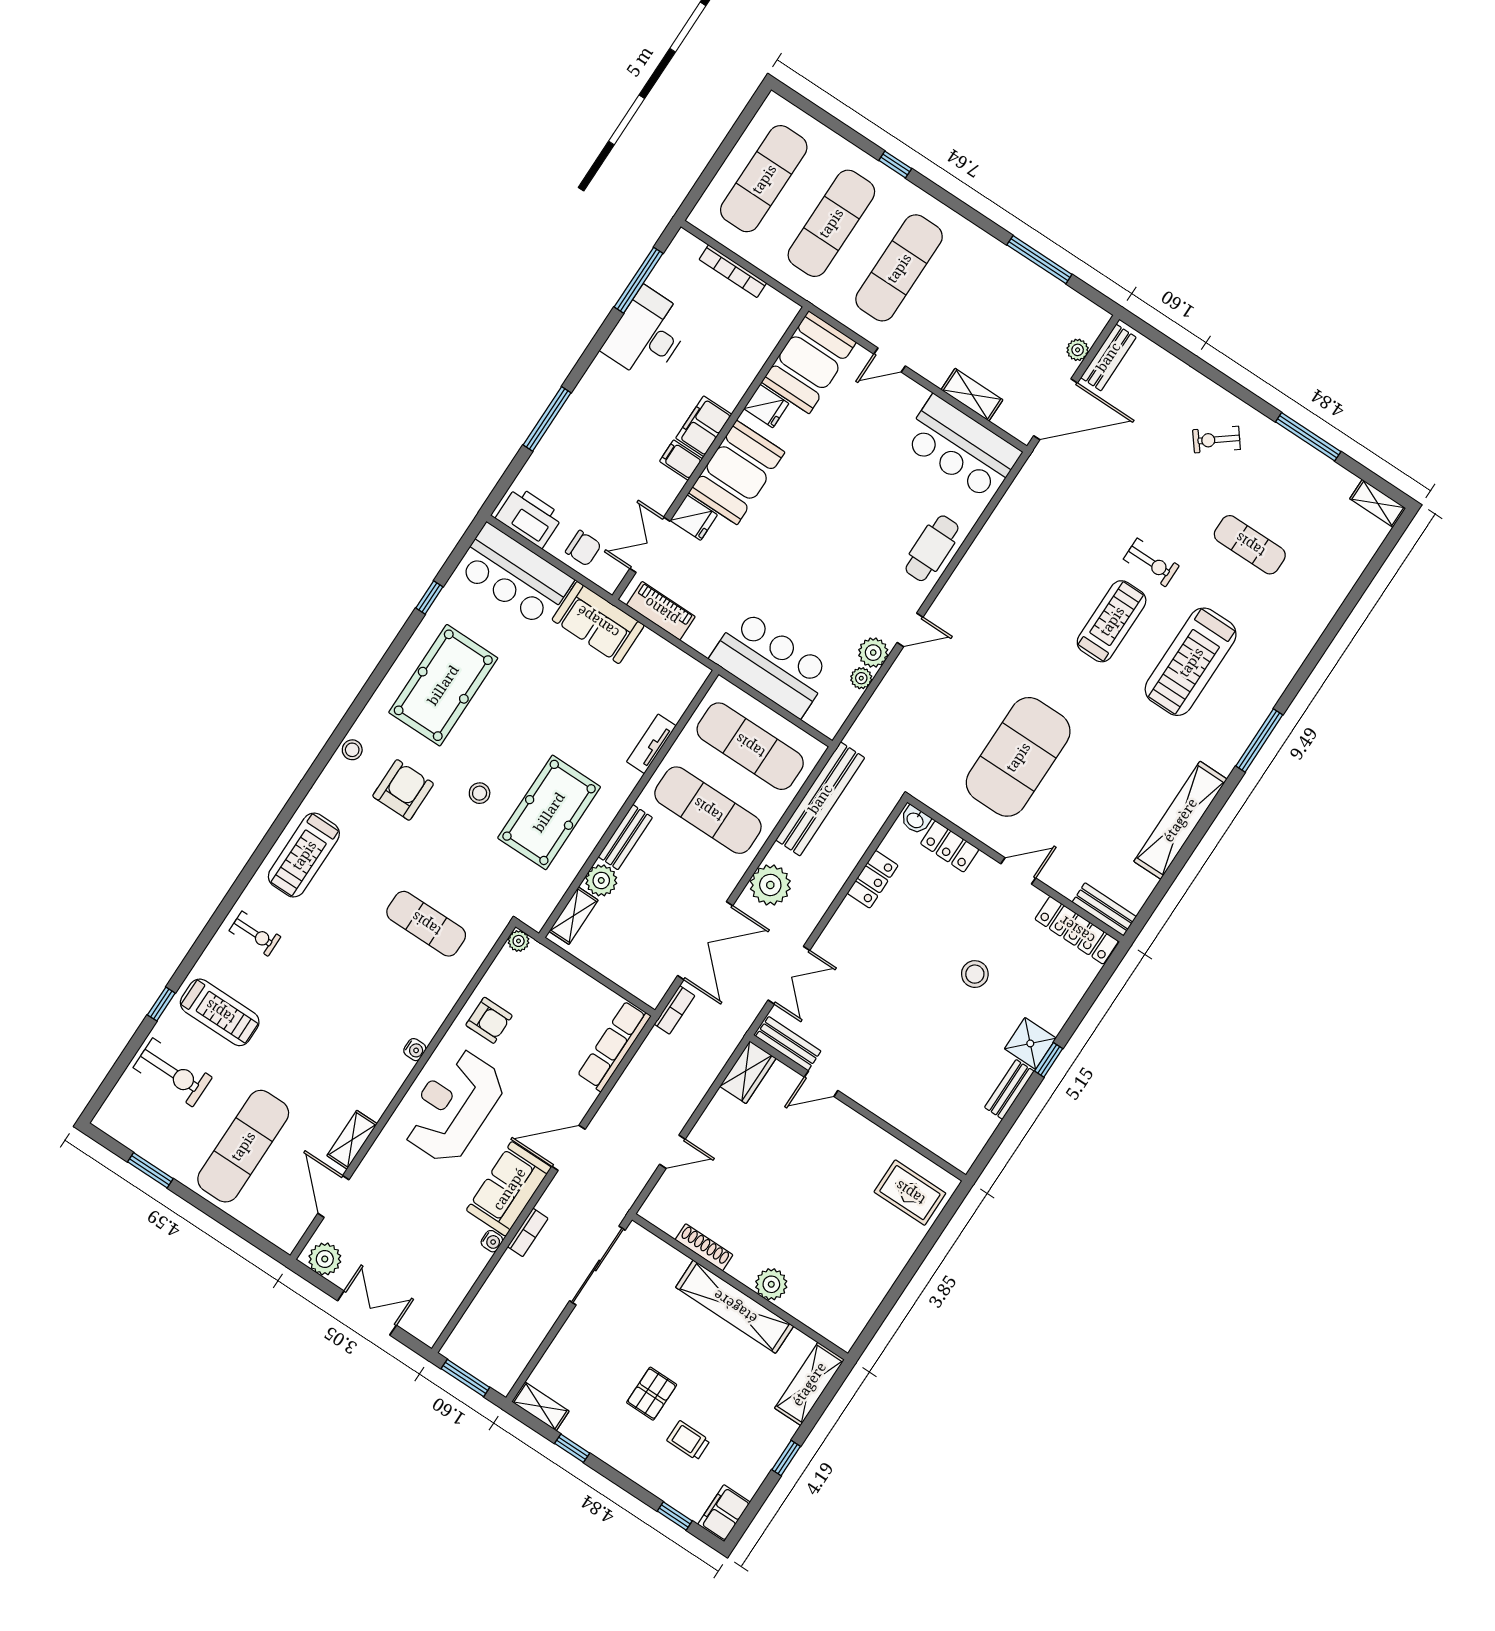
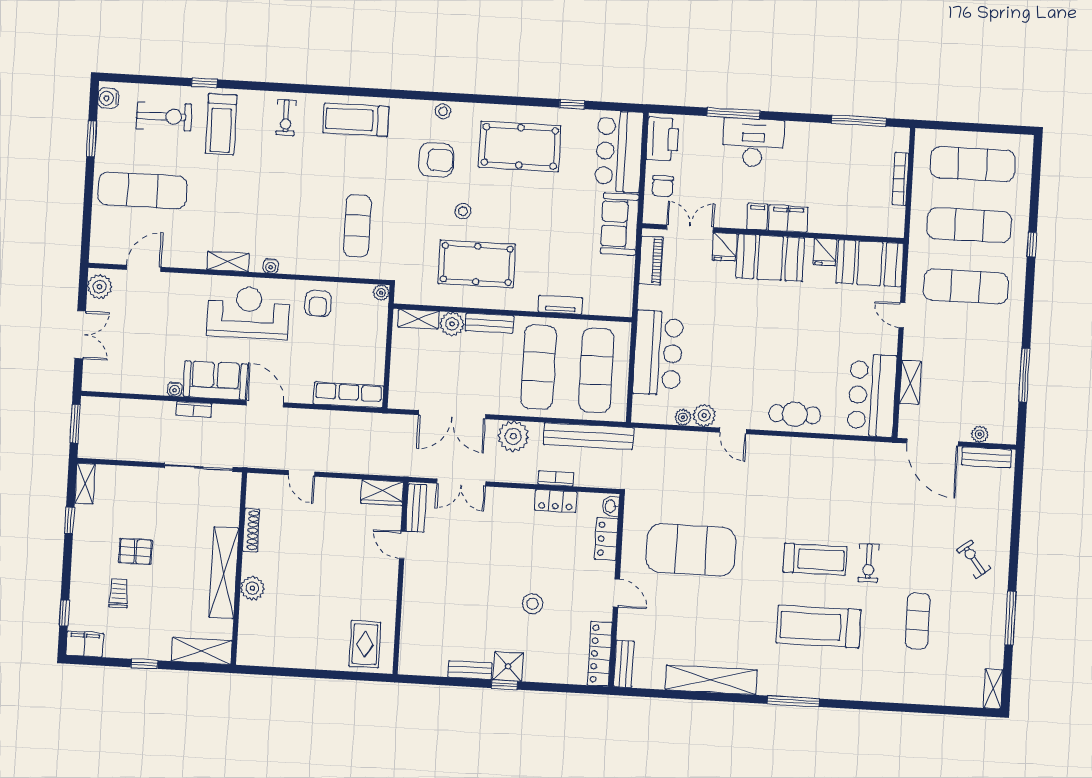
desk: (647, 334) -> (753, 143), moved
bookcase: (675, 1010) -> (556, 478), moved, turned 180
exercise bike: (173, 1072) -> (164, 116), turned -91
water cooler: (115, 1124) -> (108, 98), added
shelving: (352, 1140) -> (228, 261), moved

